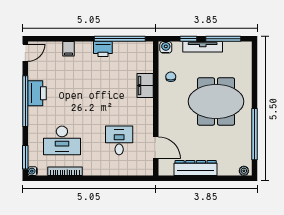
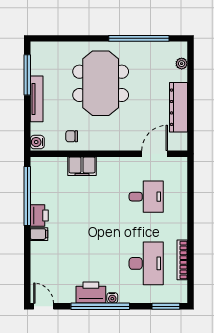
window: (188, 39) -> (27, 116), removed
filing cabinet: (69, 49) -> (39, 234), moved
desk: (119, 140) -> (146, 197), turned 180
water cooler: (33, 171) -> (112, 298), moved
plant: (244, 171) -> (182, 64), moved

